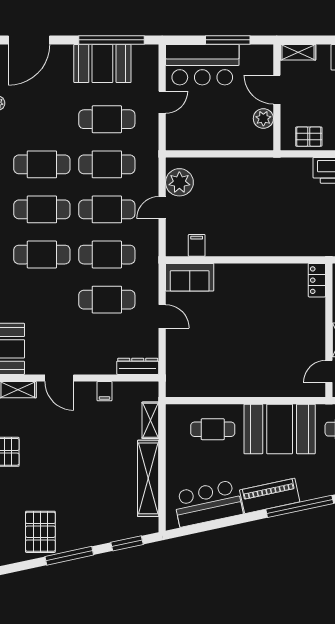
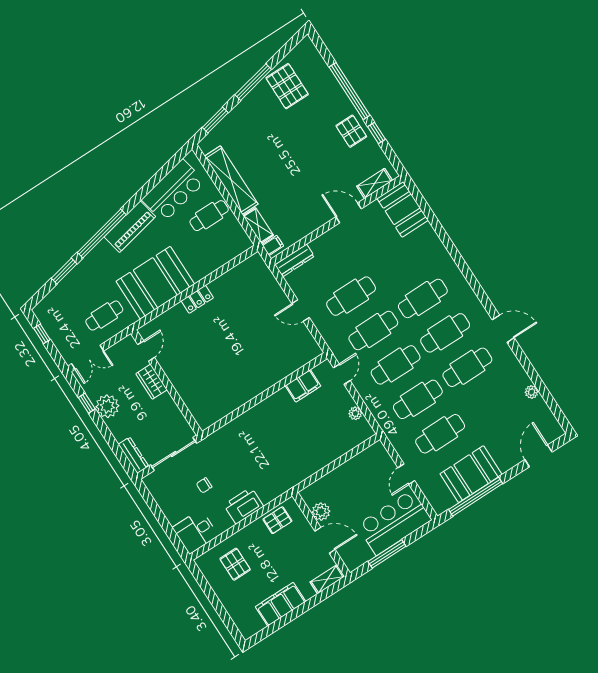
door: (29, 40) -> (539, 456), width x0.73
plant: (179, 182) -> (355, 413), width x0.53, depth x0.53
door: (162, 208) -> (342, 374), moved
filing cabinet: (197, 245) -> (303, 386), width x2.00
sofa: (190, 277) -> (299, 354), removed
locker: (317, 280) -> (197, 299), moved, turned 90
filing cabinet: (104, 391) -> (273, 245), moved, turned 90
cafe table: (213, 429) -> (209, 216), moved

